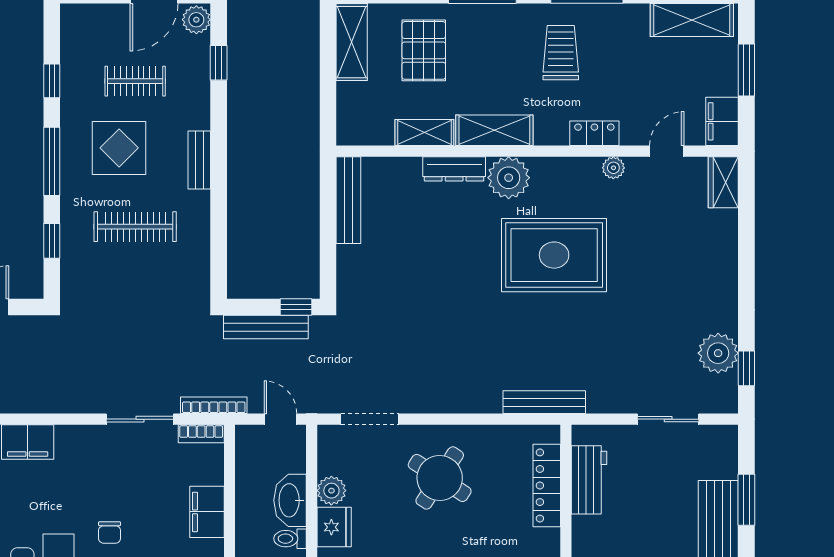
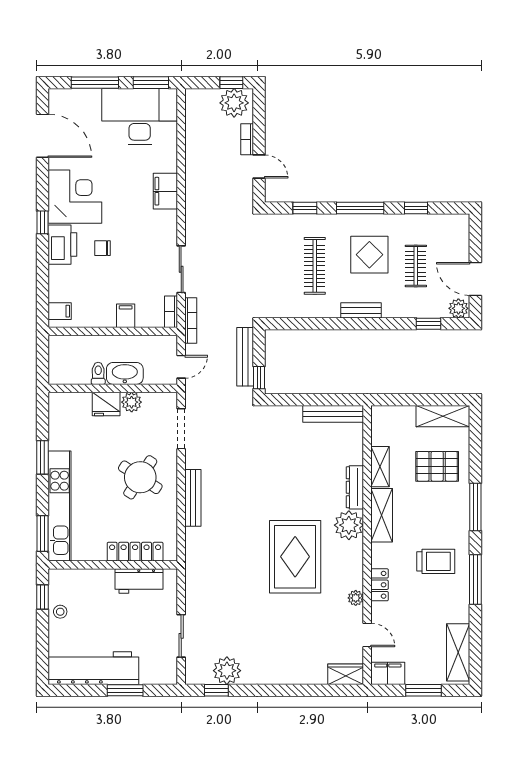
bench: (544, 402) -> (193, 498), moved
filing cabinet: (207, 512) -> (126, 316), width x0.50

